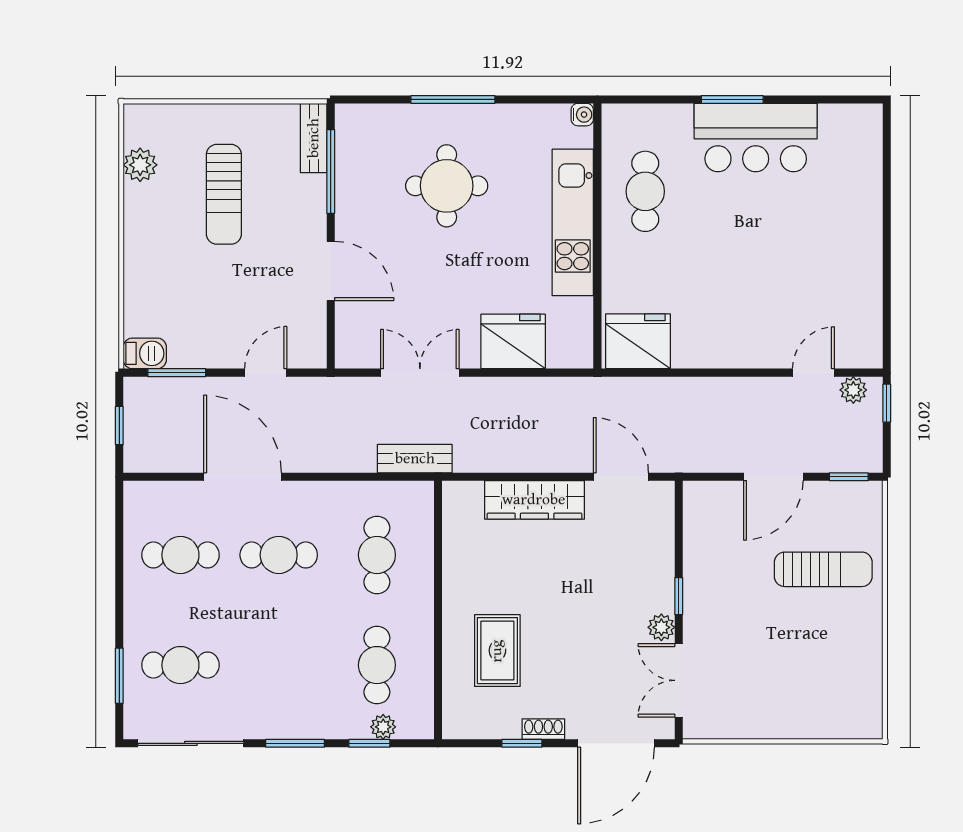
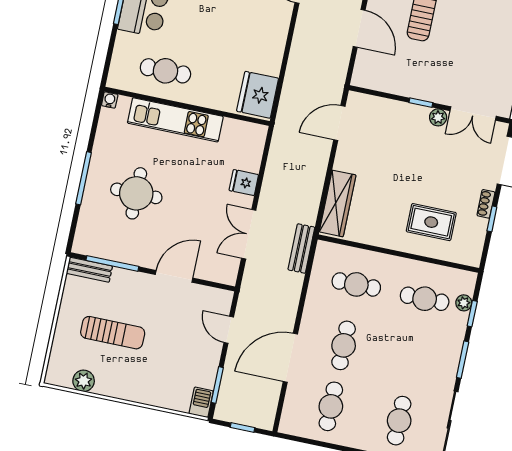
fridge: (513, 341) -> (244, 183), width x0.53, depth x0.75
wardrobe: (534, 500) -> (338, 203), moved

